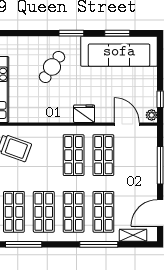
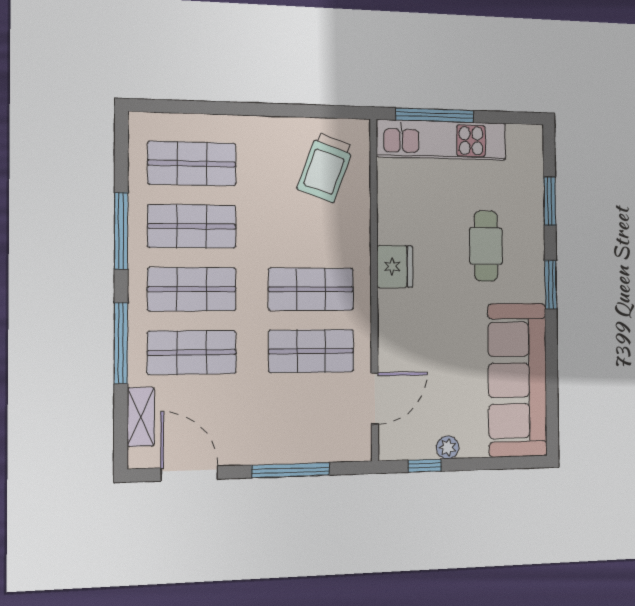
window: (117, 33) -> (550, 201), moved
cafe table: (52, 67) -> (486, 246), turned 56
fridge: (84, 114) -> (395, 267), moved
plant: (152, 115) -> (448, 447), moved
window: (24, 244) -> (121, 231), moved

